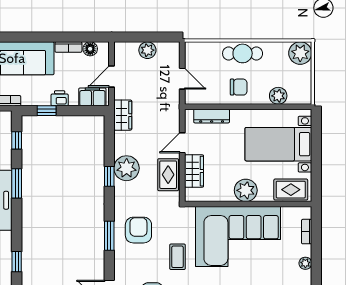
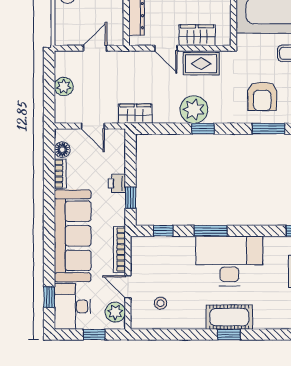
filing cabinet: (92, 97) -> (115, 147), removed
armchair: (138, 230) -> (262, 96), turned -90

